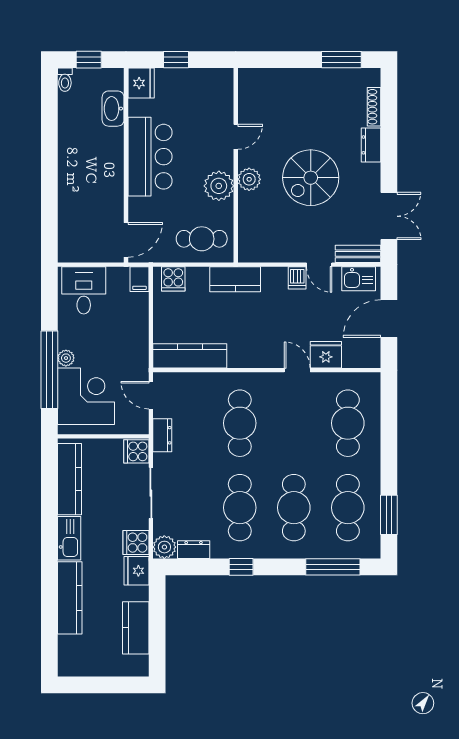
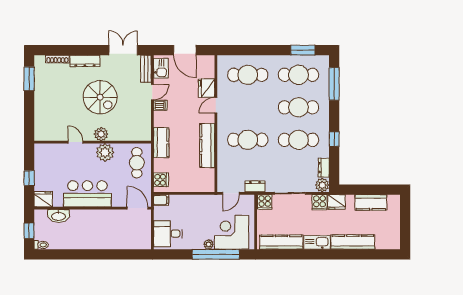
dresser: (371, 145) -> (85, 61), width x1.44
kitchen counter: (190, 356) -> (207, 146), moved

